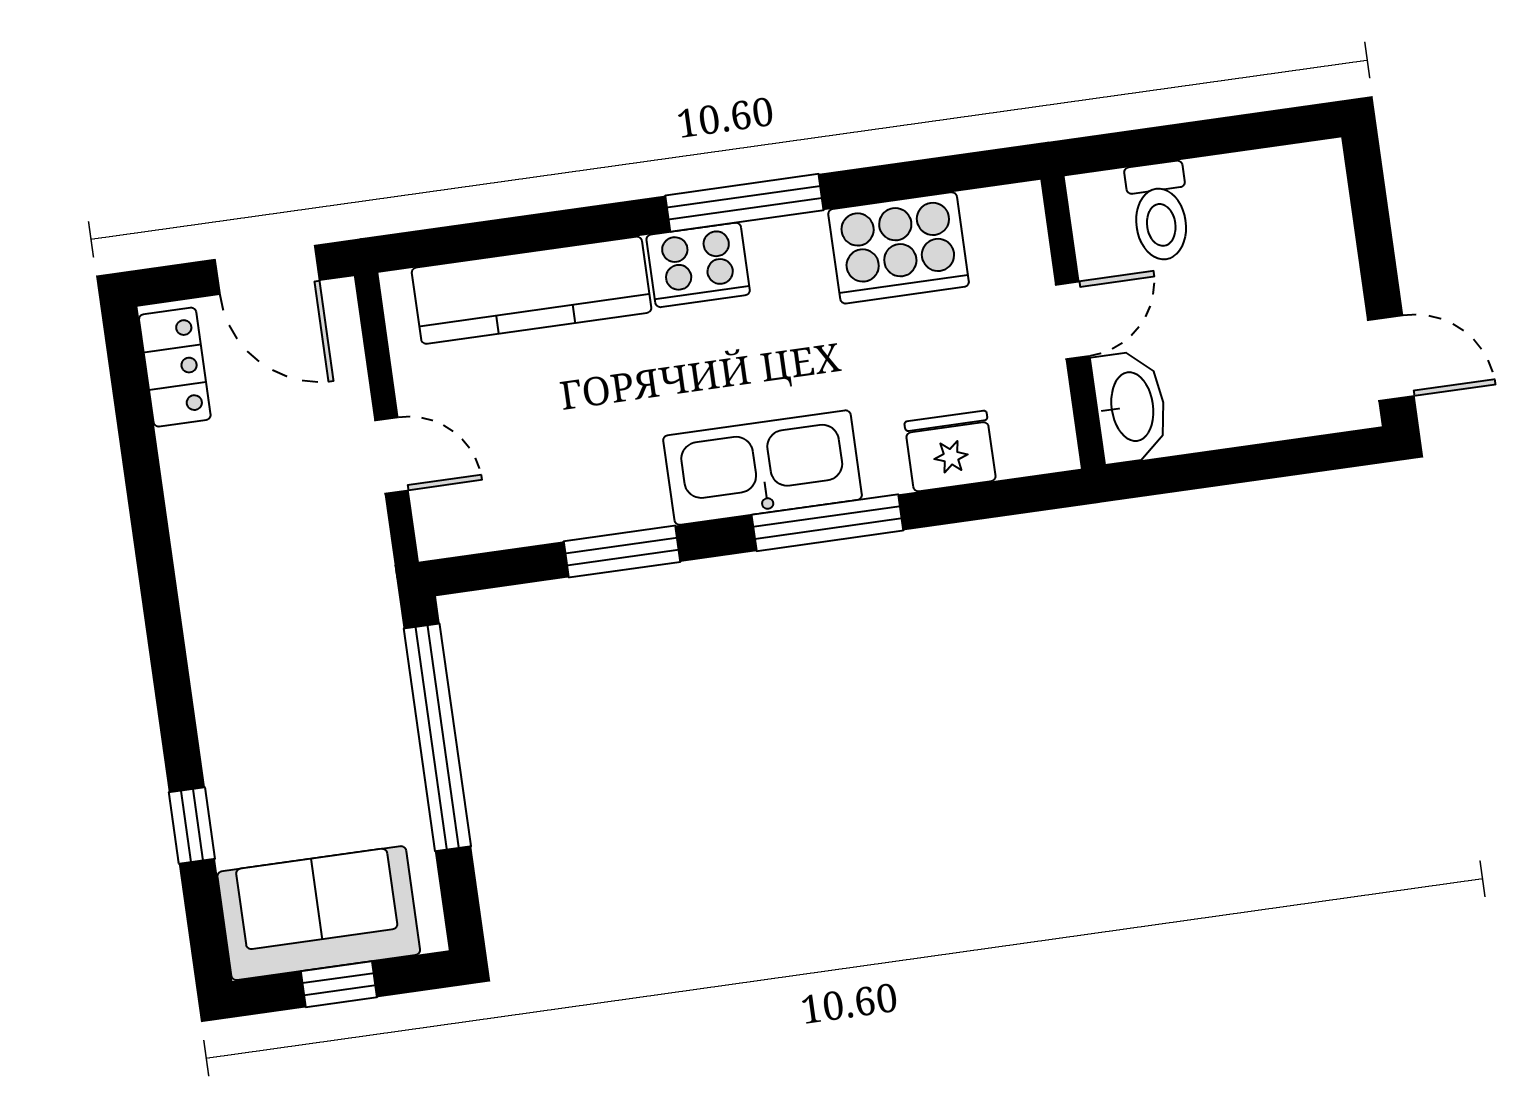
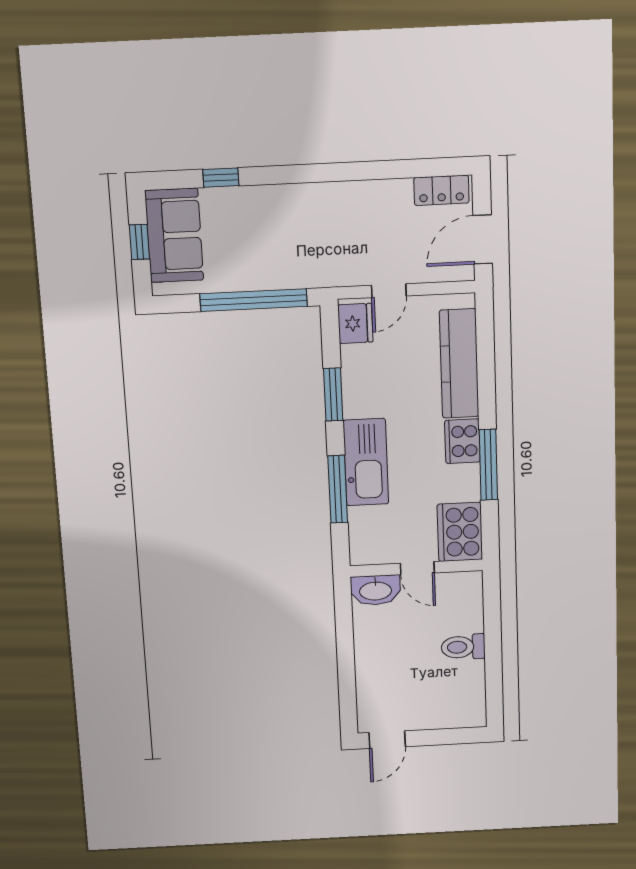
door: (1072, 320) -> (417, 568), moved
wall: (1073, 322) -> (416, 568), moved
washbasin: (1130, 407) -> (375, 590), moved
fridge: (950, 451) -> (355, 323), moved

